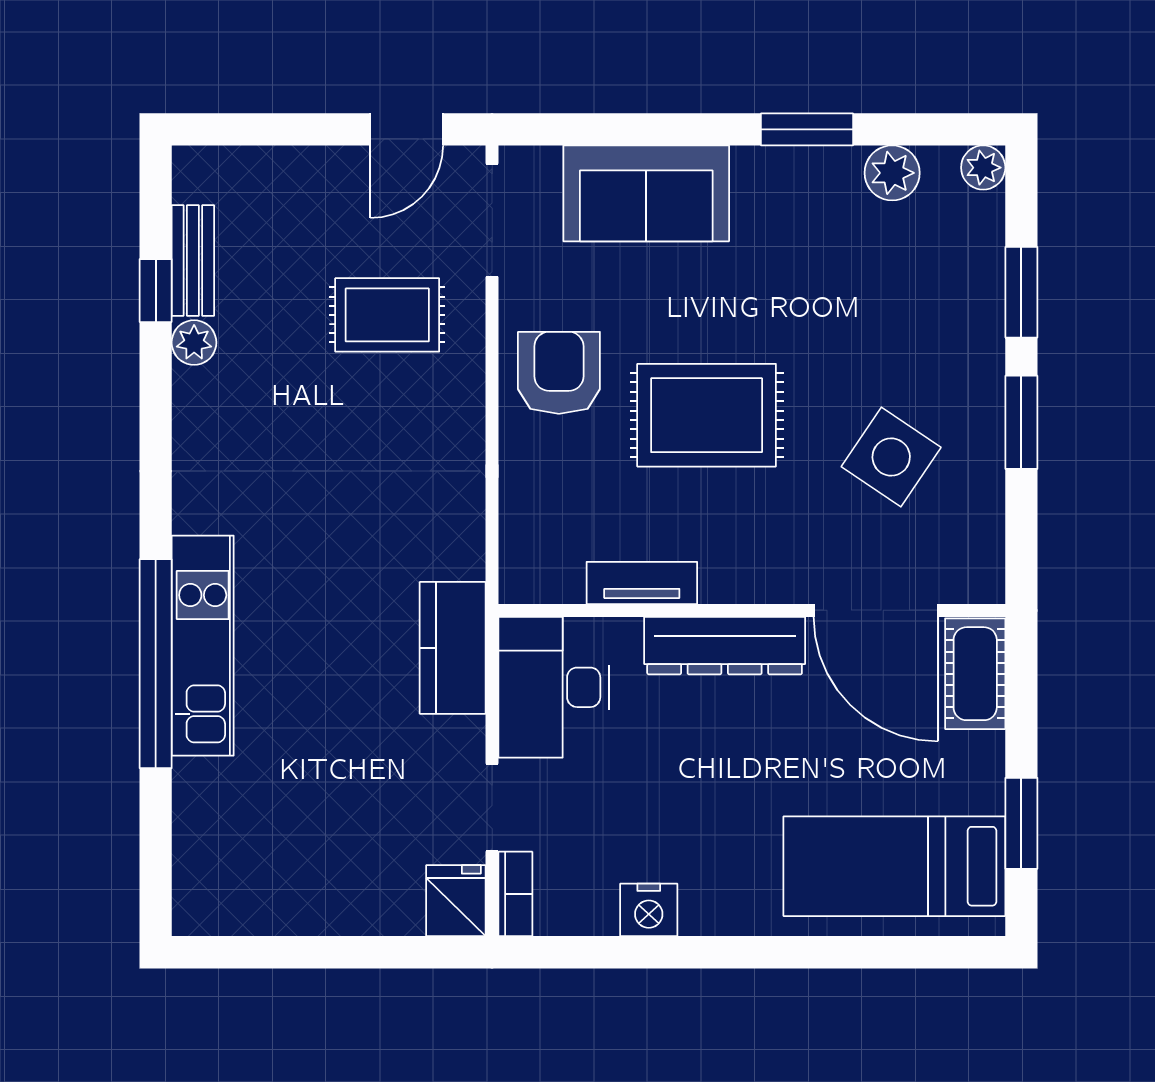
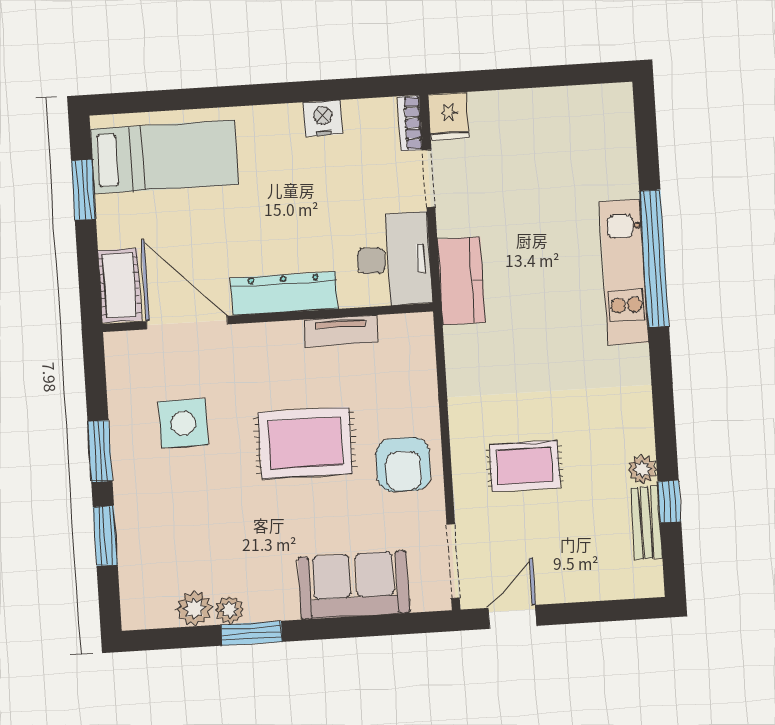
plant: (983, 168) -> (230, 610), moved
rug: (387, 315) -> (525, 466), moved
side table: (891, 457) -> (183, 423), turned -34

